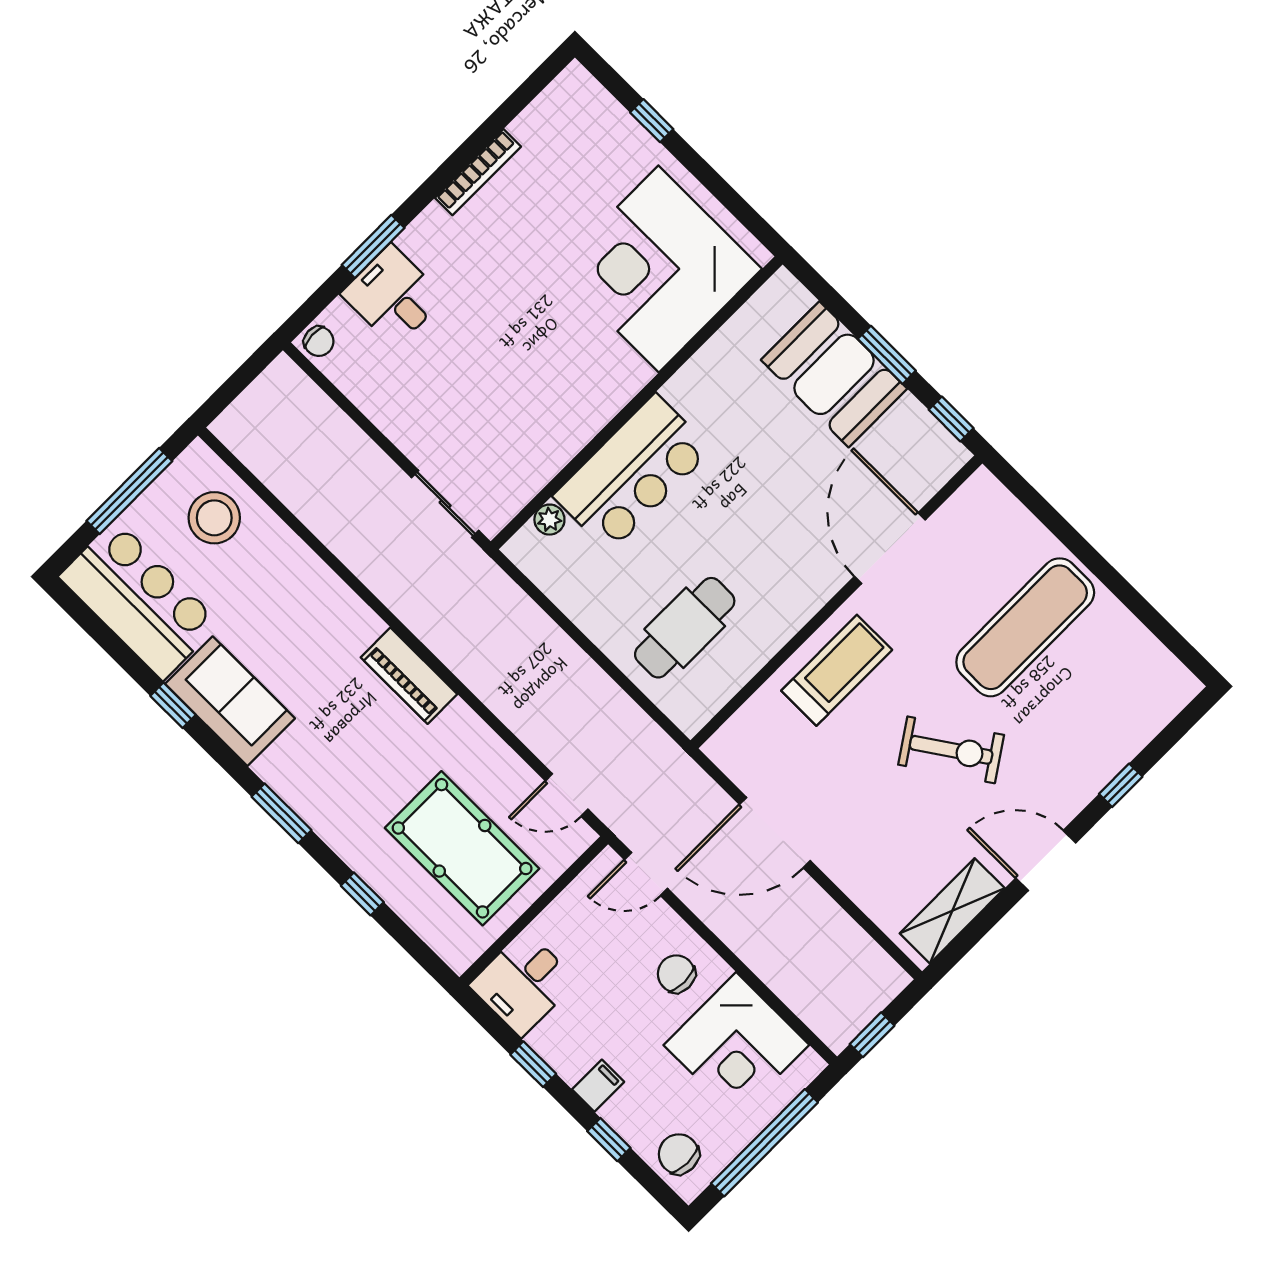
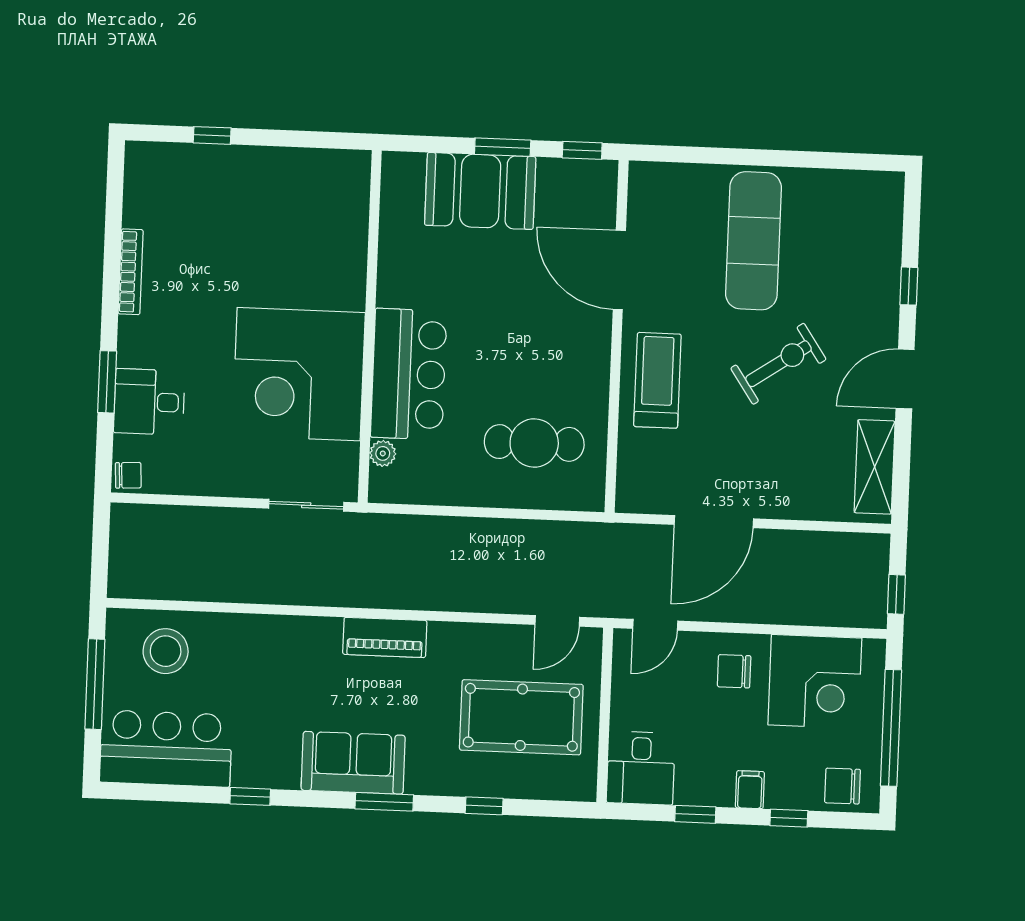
corner desk: (659, 269) -> (299, 374), moved
cafe table: (685, 628) -> (534, 443), turned 90
sofa: (230, 701) -> (353, 763), moved

